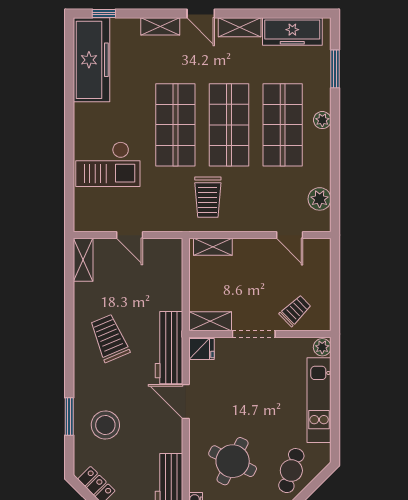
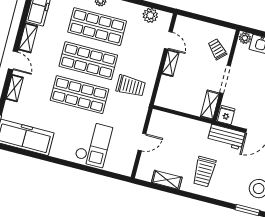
door: (201, 14) -> (13, 60), hinge flipped
door: (290, 235) -> (168, 40), hinge flipped
shelving: (213, 247) -> (170, 63), moved
shelving: (83, 260) -> (167, 180), moved
trolley: (109, 338) -> (204, 172), turned -67
workbench: (169, 348) -> (226, 137), width x0.73

